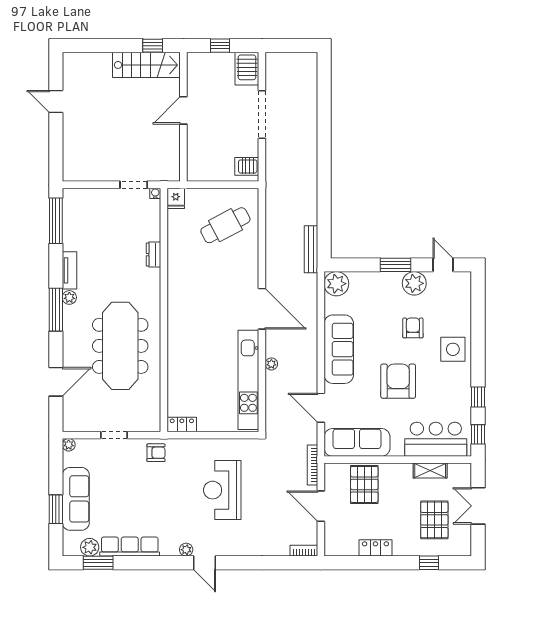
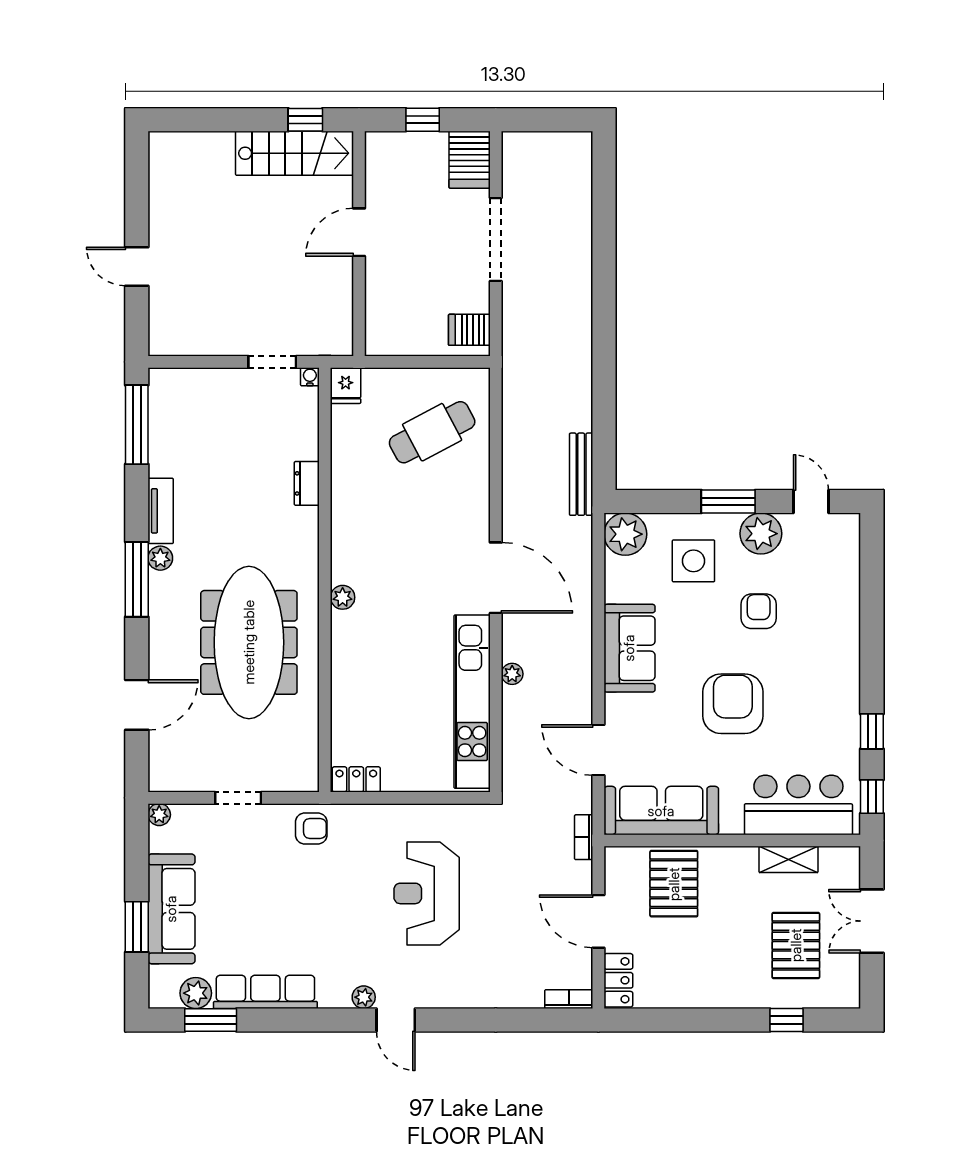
door: (56, 101) -> (137, 267), moved
plant: (174, 320) -> (343, 597), added
sofa: (339, 349) -> (629, 648), width x0.73
side table: (453, 349) -> (693, 561), moved
bookcase: (312, 465) -> (584, 837), width x0.64
locker: (375, 548) -> (618, 980), moved, turned 90

